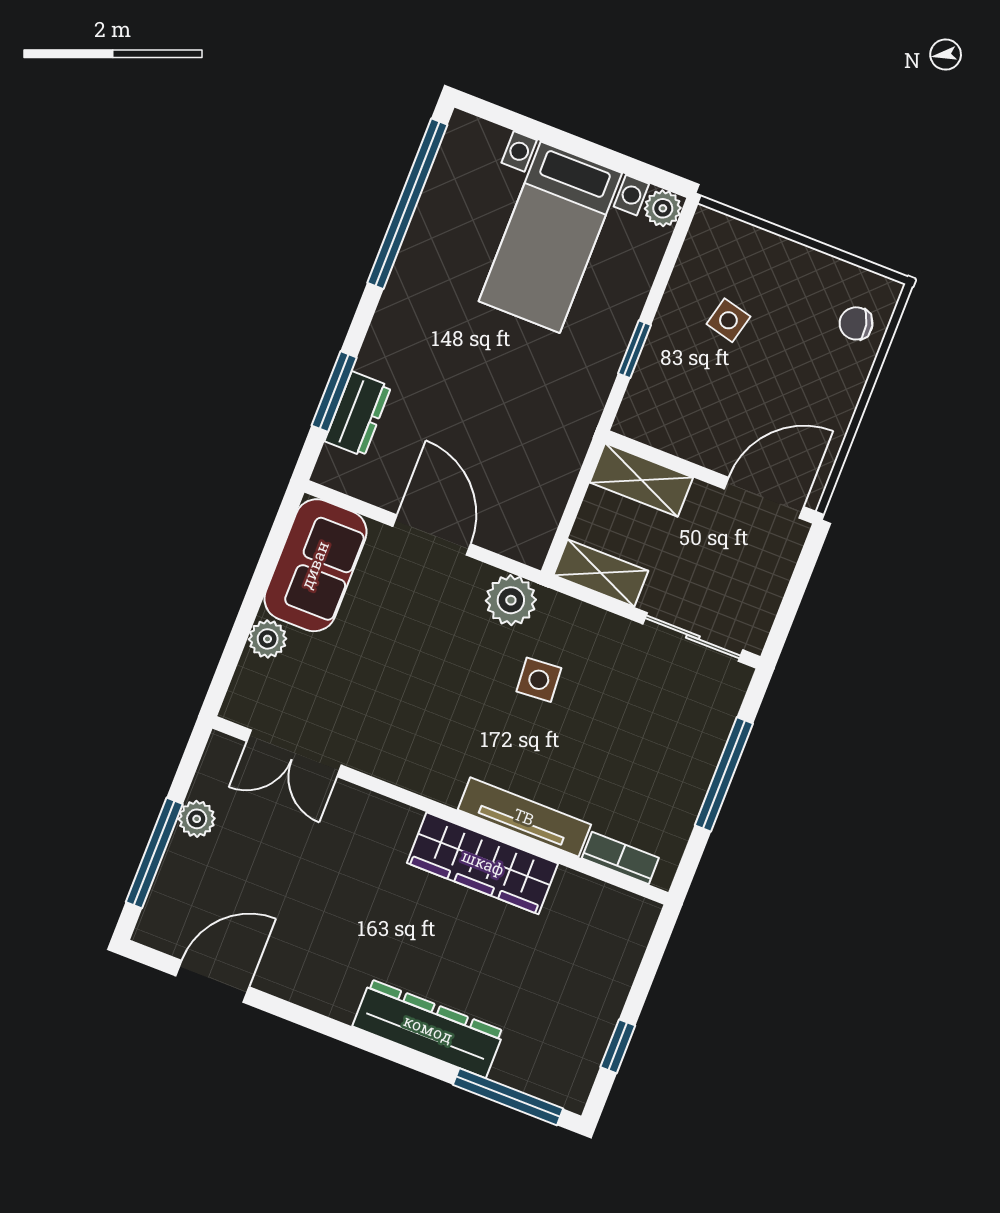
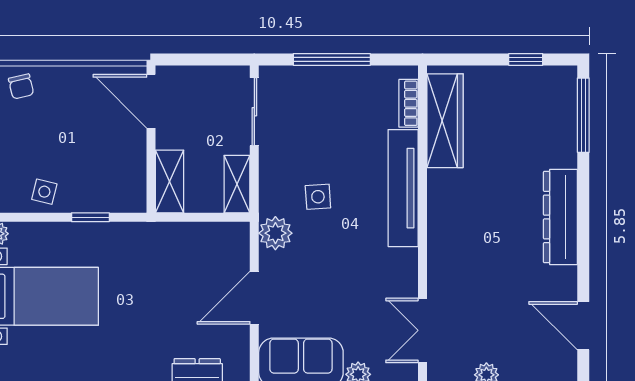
side table: (728, 320) -> (44, 192), moved
double door: (294, 753) -> (422, 330), swing flipped
tv unit: (524, 817) -> (403, 188), width x1.36, depth x1.29
wardrobe: (483, 863) -> (445, 121), moved
dresser: (428, 1029) -> (560, 217), moved

